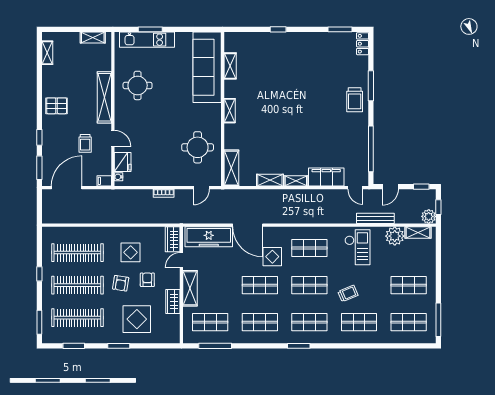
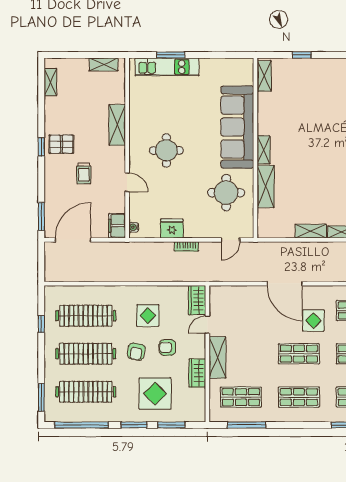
window: (278, 29) -> (302, 55), moved
shelving: (230, 66) -> (264, 76), moved
sofa: (207, 67) -> (237, 127), moved
round table: (138, 85) -> (166, 150), moved
shelving: (104, 97) -> (117, 125), width x0.68
window: (39, 137) -> (41, 147), moved
trolley: (85, 143) -> (84, 173), moved
fridge: (123, 162) -> (172, 229), moved, turned -90
shelving: (231, 168) -> (266, 187), moved
filing cabinet: (104, 181) -> (117, 226), width x2.00
freezer: (209, 237) -> (239, 297), removed
window: (39, 274) -> (41, 324), moved
armchair: (147, 280) -> (167, 347), turned -90
window: (74, 346) -> (82, 425), width x2.11
window: (151, 346) -> (171, 425), added

